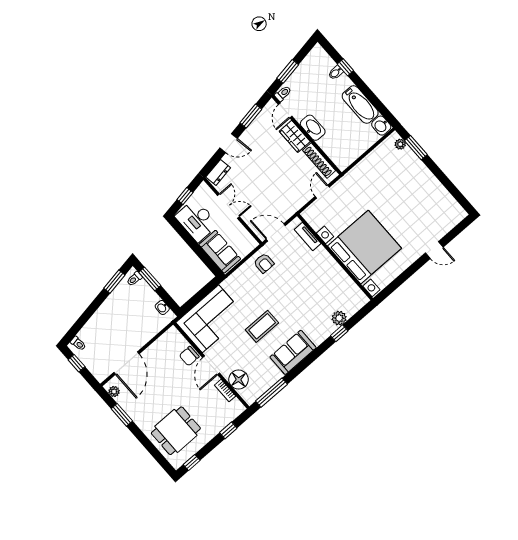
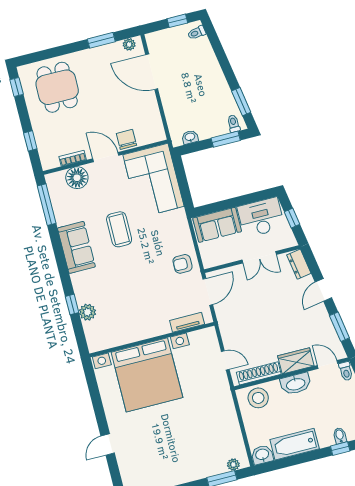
stool: (338, 151) -> (258, 398), added

